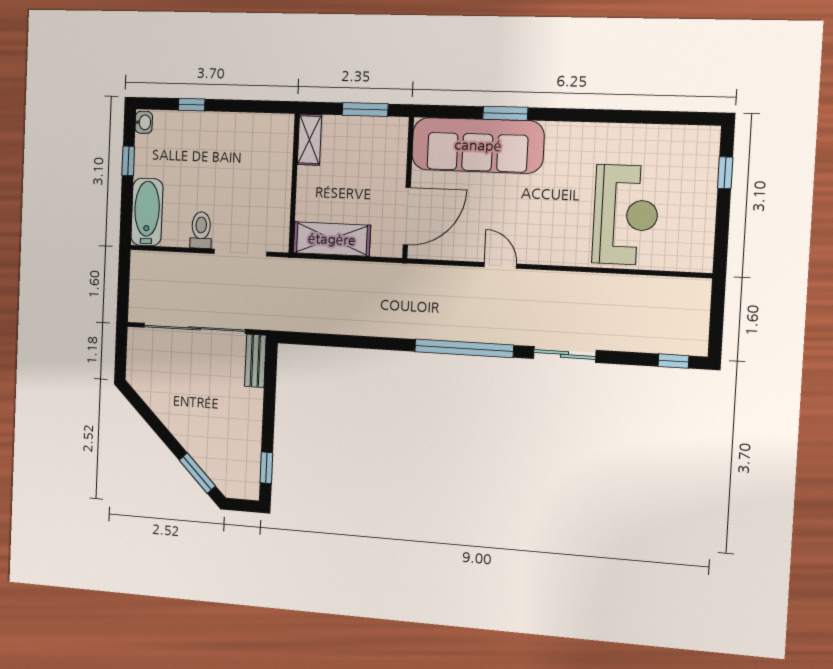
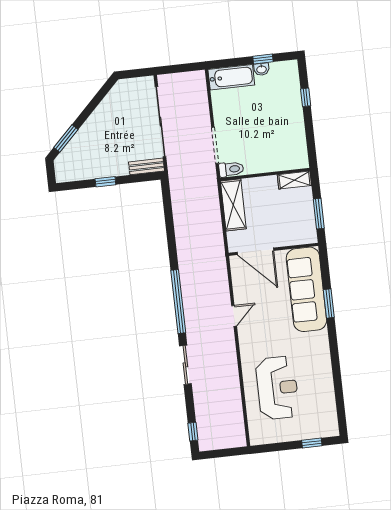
washbasin: (144, 122) -> (261, 69), moved
reception desk: (626, 215) -> (277, 388), turned -90
toilet: (201, 230) -> (231, 169), moved
window: (266, 468) -> (105, 182), moved

